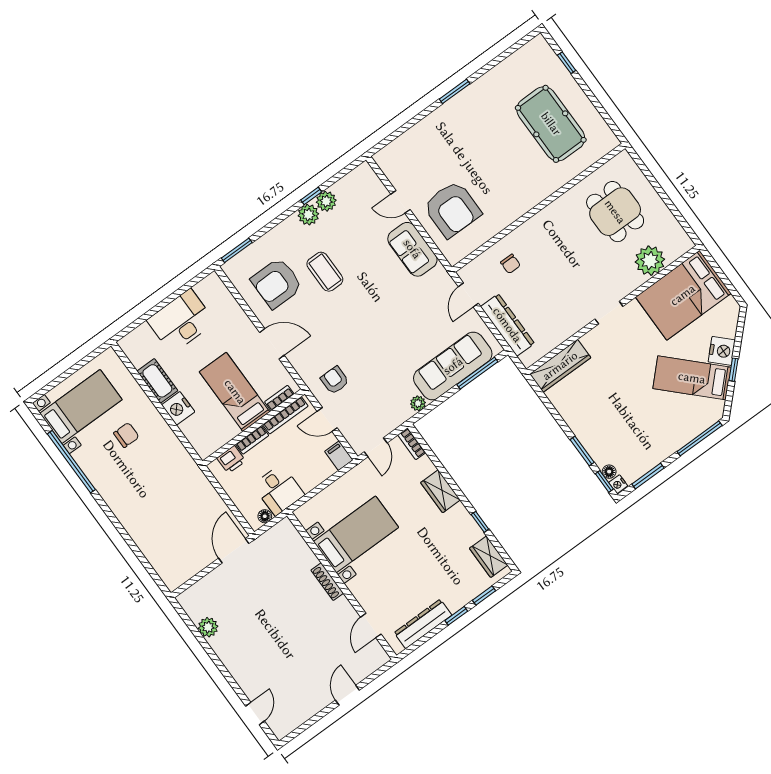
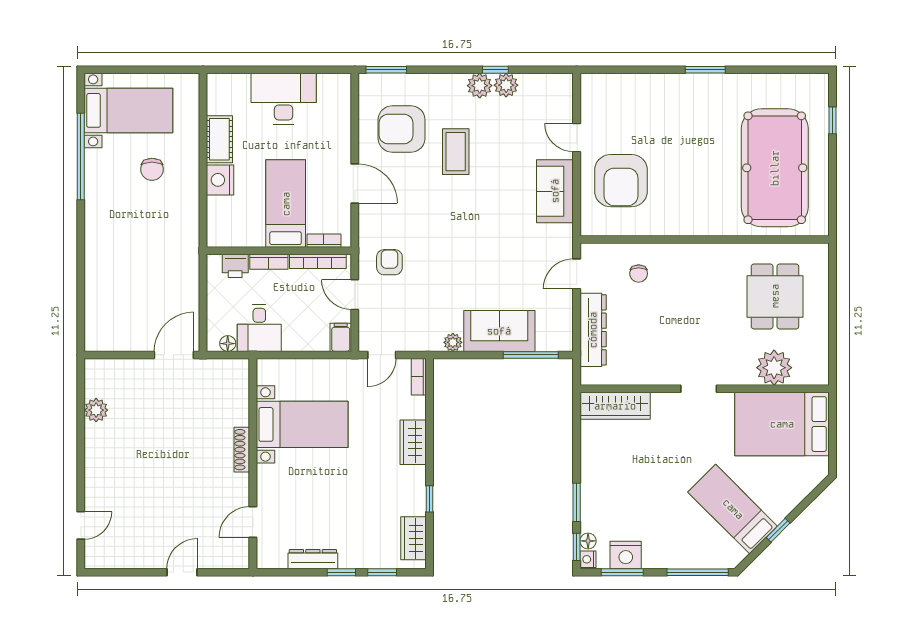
pool table: (551, 124) -> (775, 168), width x1.36, depth x1.32
nightstand: (722, 351) -> (626, 555), moved, turned 45
sofa: (453, 366) -> (499, 331), width x0.73
chair: (126, 435) -> (152, 169), turned 90
dresser: (423, 624) -> (313, 559), width x0.73, depth x0.80

